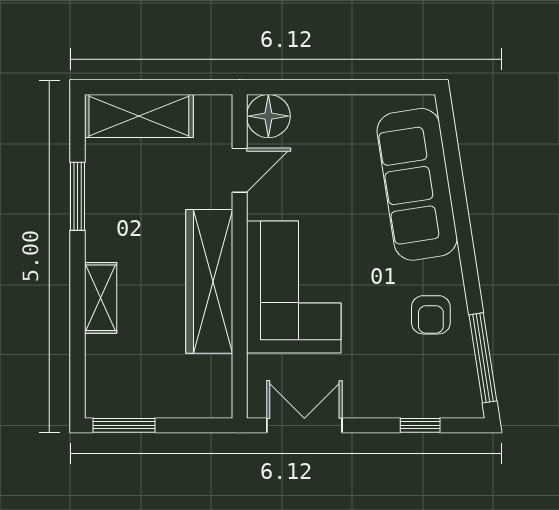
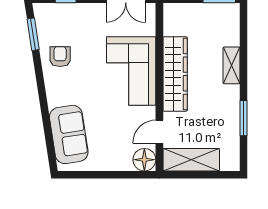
shelving: (139, 116) -> (191, 160), moved
sofa: (417, 184) -> (69, 134), width x0.73
window: (483, 358) -> (33, 34), width x0.69

